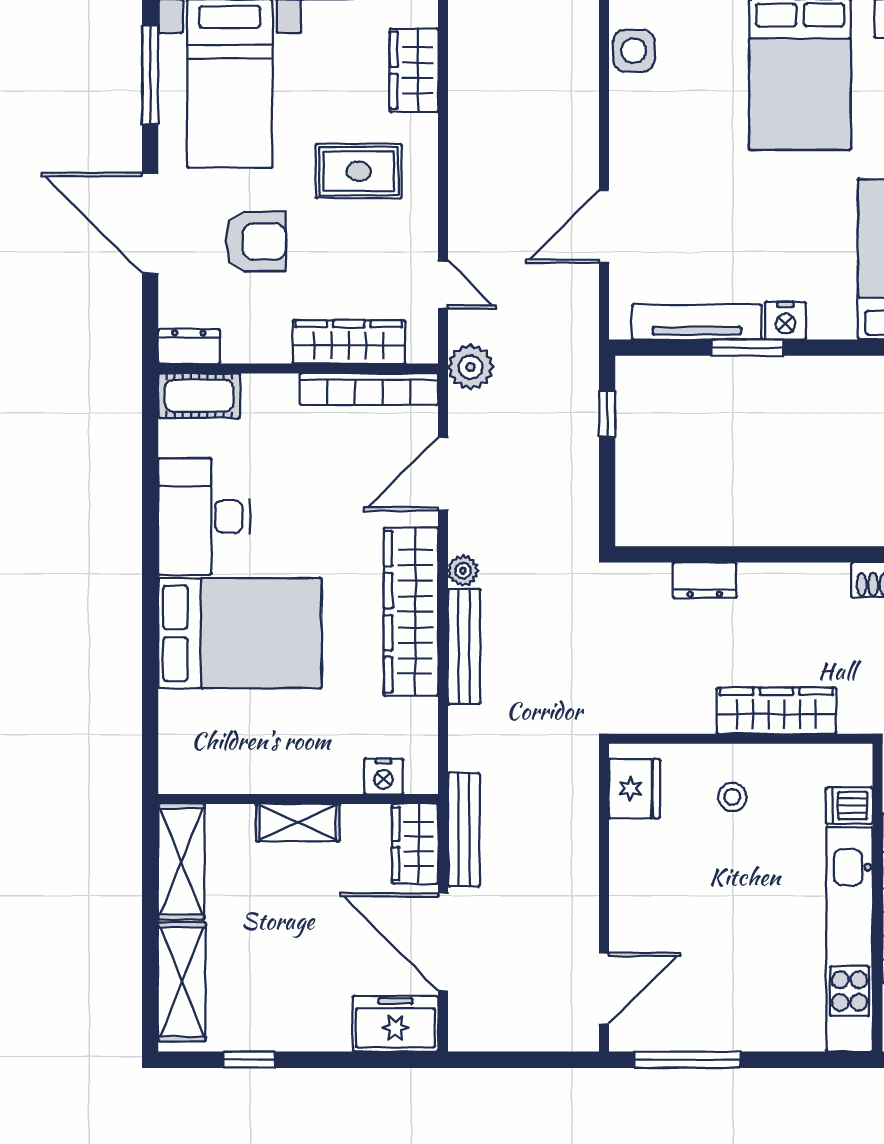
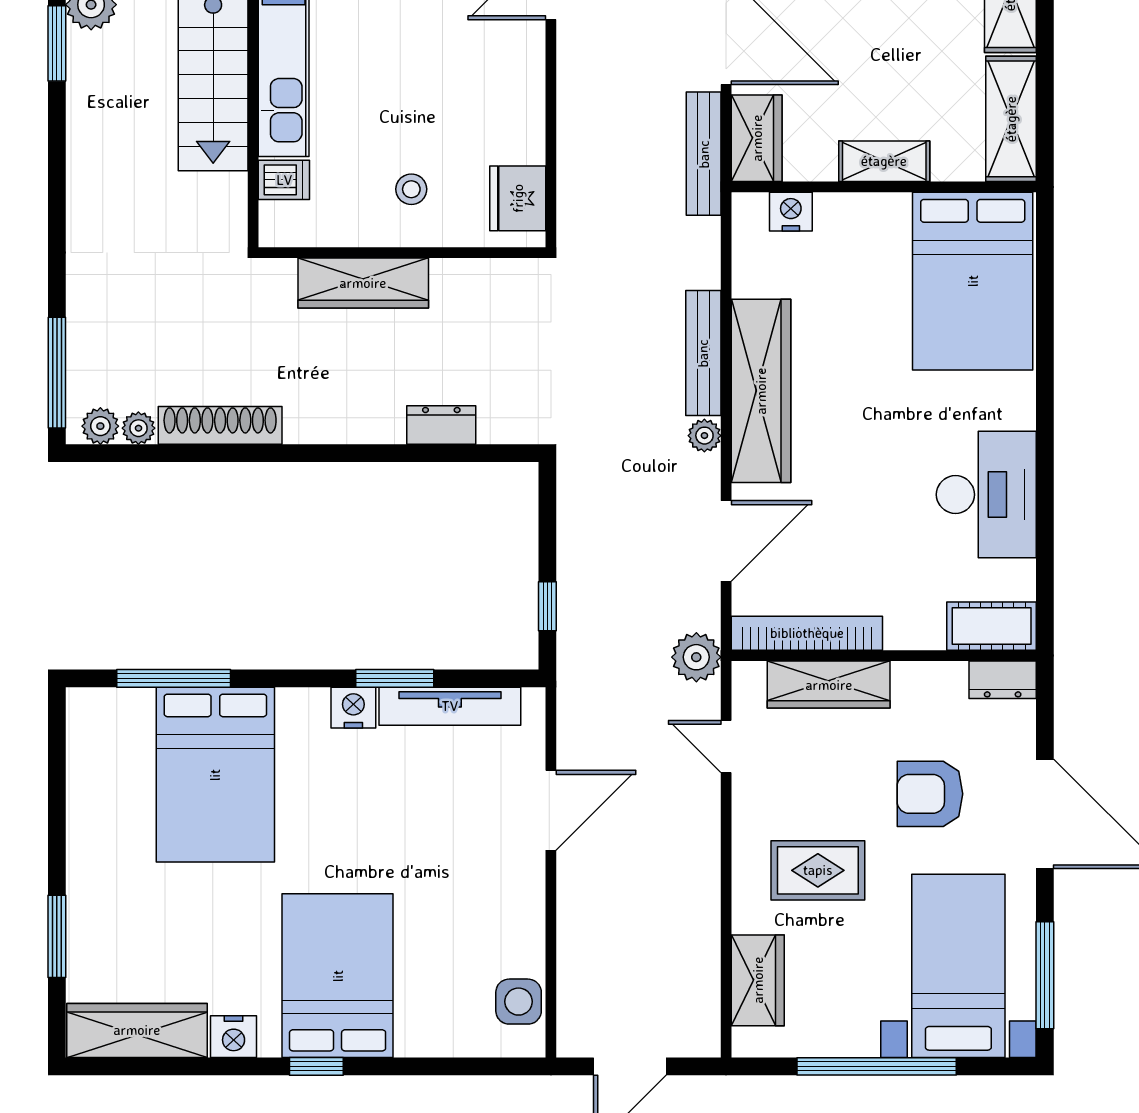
bed: (240, 633) -> (973, 281), moved, turned -90

